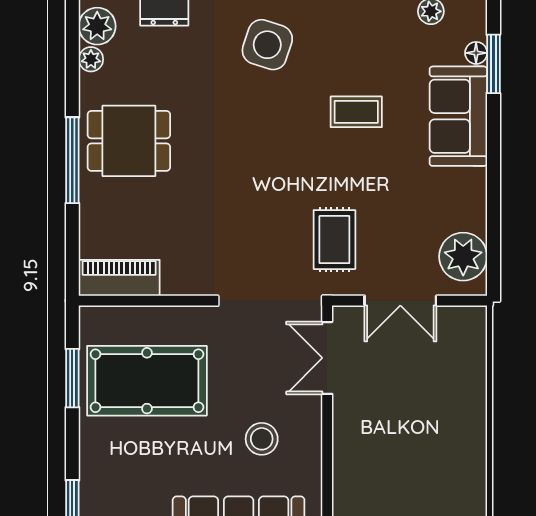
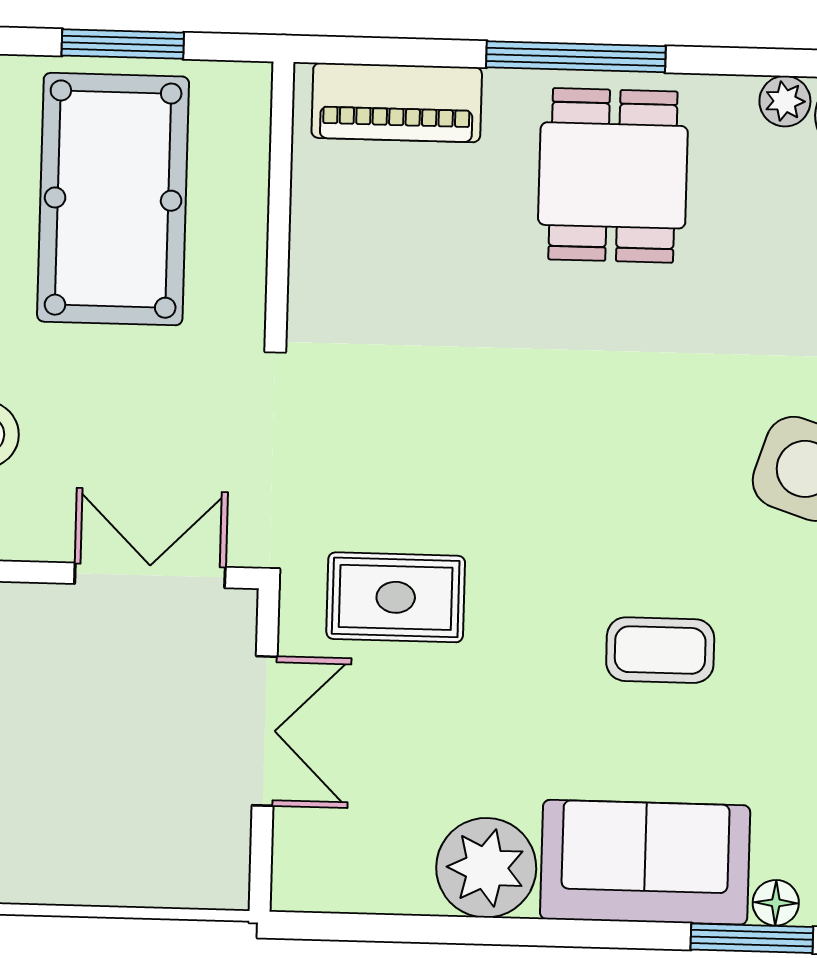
coffee table: (356, 112) -> (660, 650), turned 90
plant: (463, 257) -> (486, 868), moved
piano: (119, 278) -> (397, 103), moved, turned 90
double door: (400, 301) -> (265, 731), swing flipped

